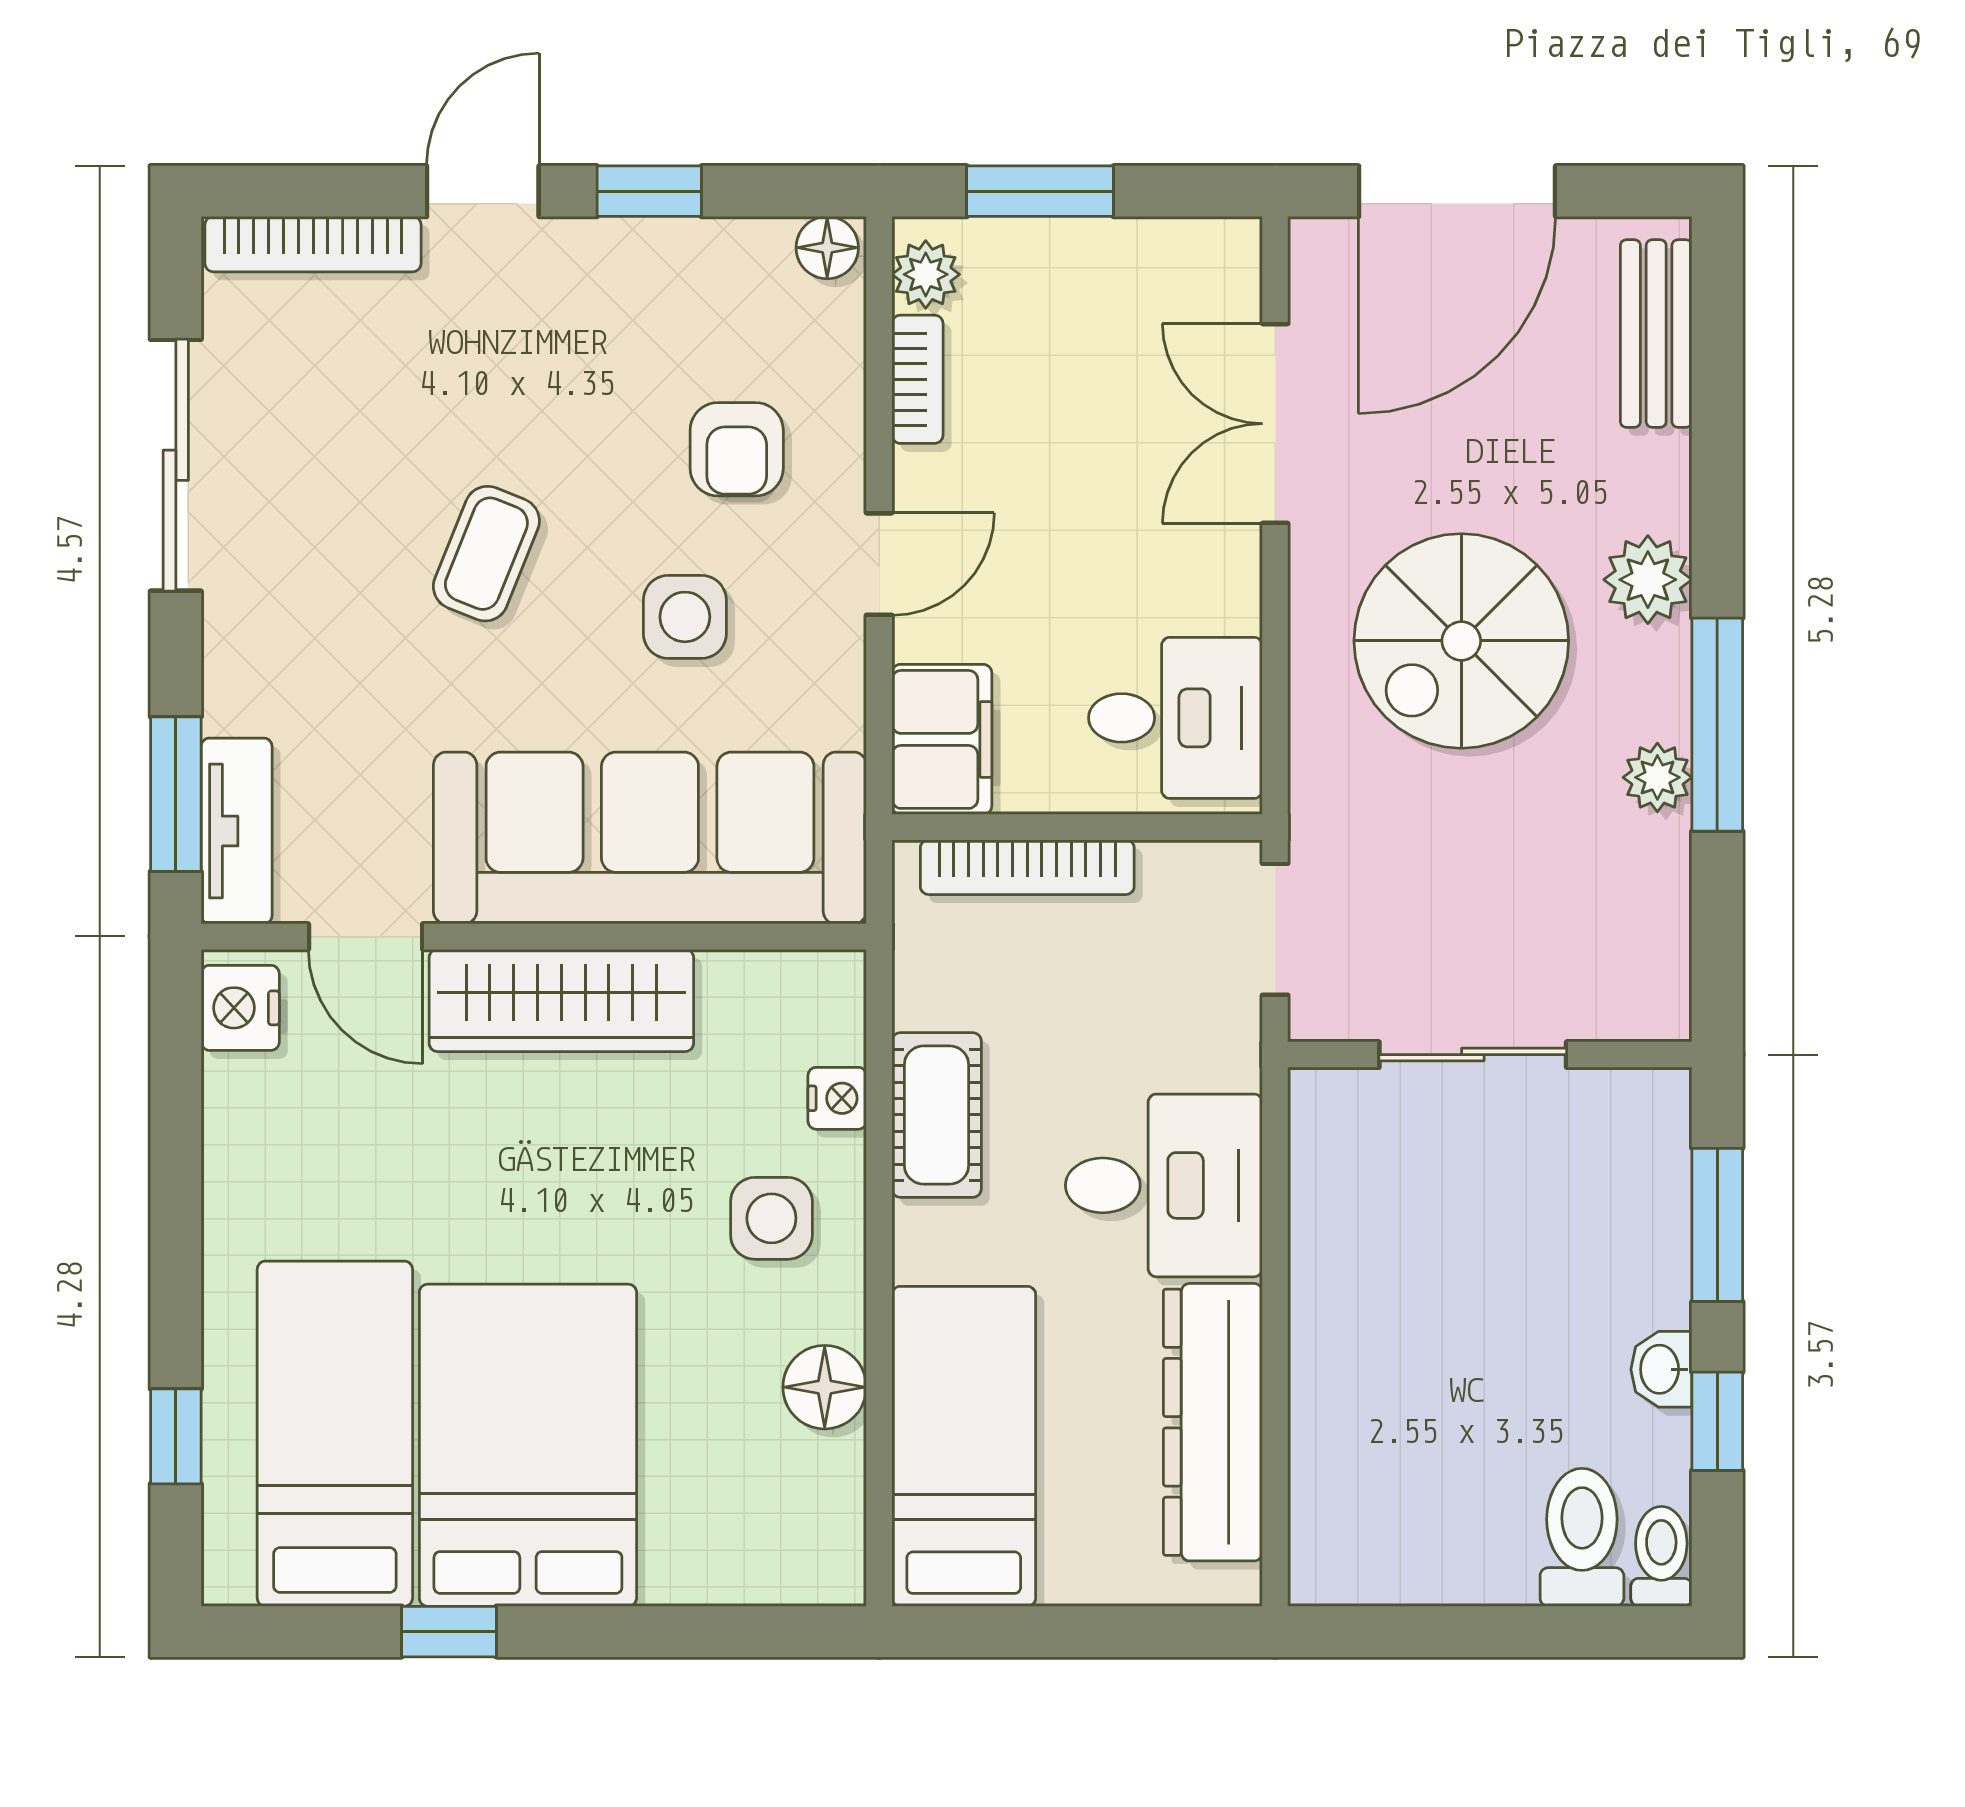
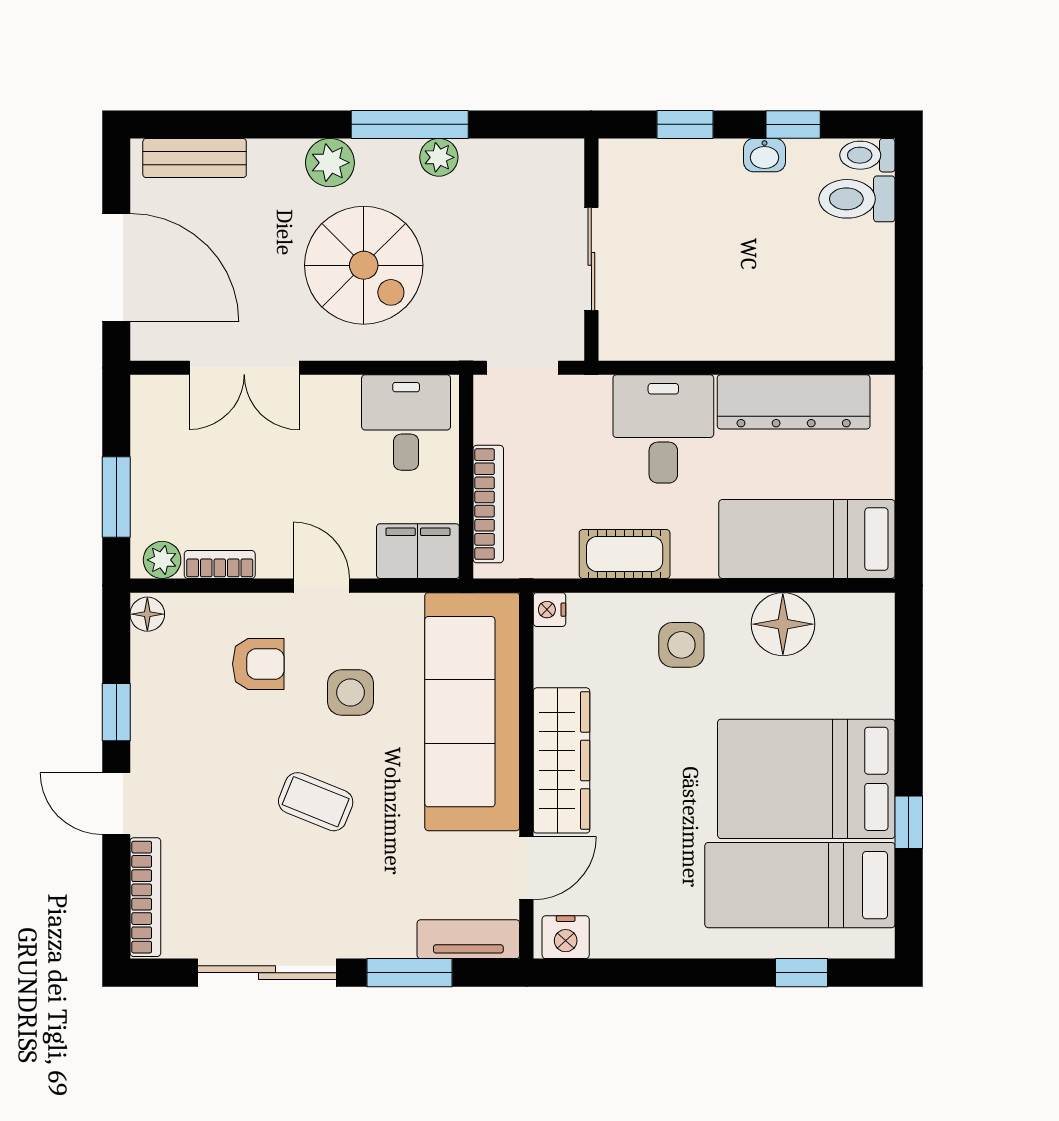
window: (176, 794) -> (409, 973), moved
nightstand: (837, 1098) -> (549, 610), moved, turned -90
window: (1717, 1225) -> (685, 124), width x0.67
floor lamp: (825, 1387) -> (783, 624), width x1.38, depth x1.38

